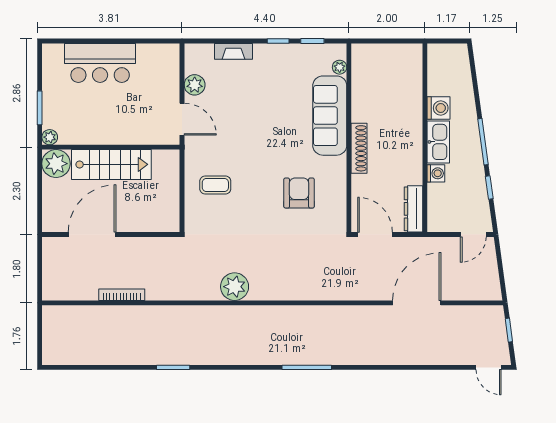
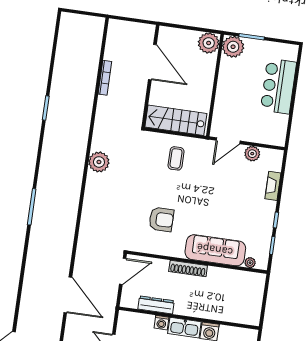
plant: (50, 137) -> (233, 47), width x1.87, depth x1.87
stairs: (111, 164) -> (176, 120), moved, turned 90
dresser: (413, 209) -> (156, 305), moved

